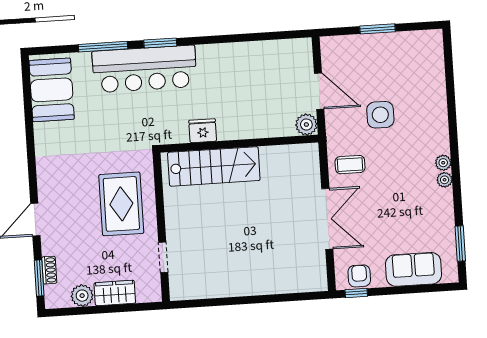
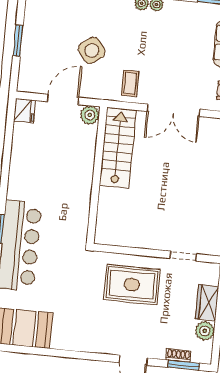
side table: (380, 115) -> (92, 50), turned -36
fridge: (203, 131) -> (24, 111), moved, turned 180
stairs: (214, 166) -> (118, 148), moved
double door: (327, 219) -> (173, 110), swing flipped

